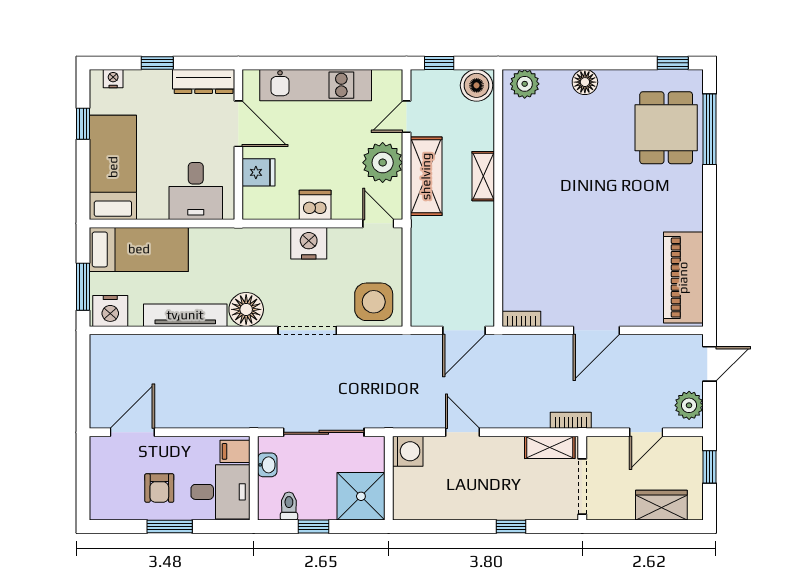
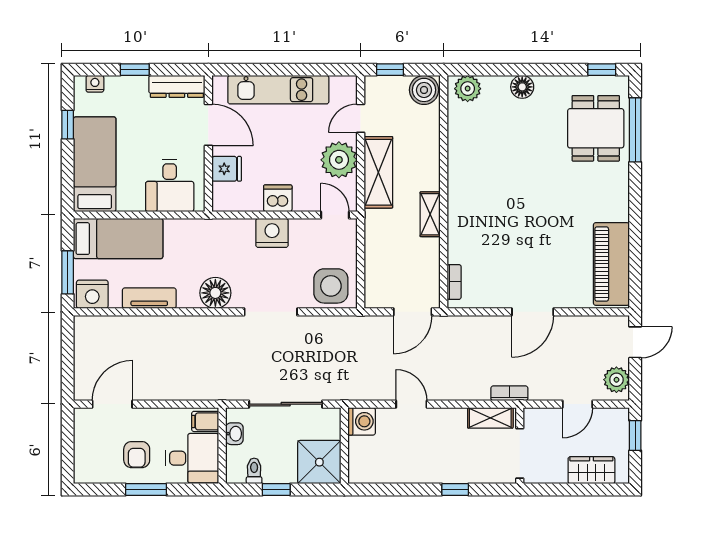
shelving: (483, 176) -> (430, 214), moved
tv unit: (185, 315) -> (149, 298), width x0.71
bookcase: (521, 319) -> (454, 282), moved, turned 90

